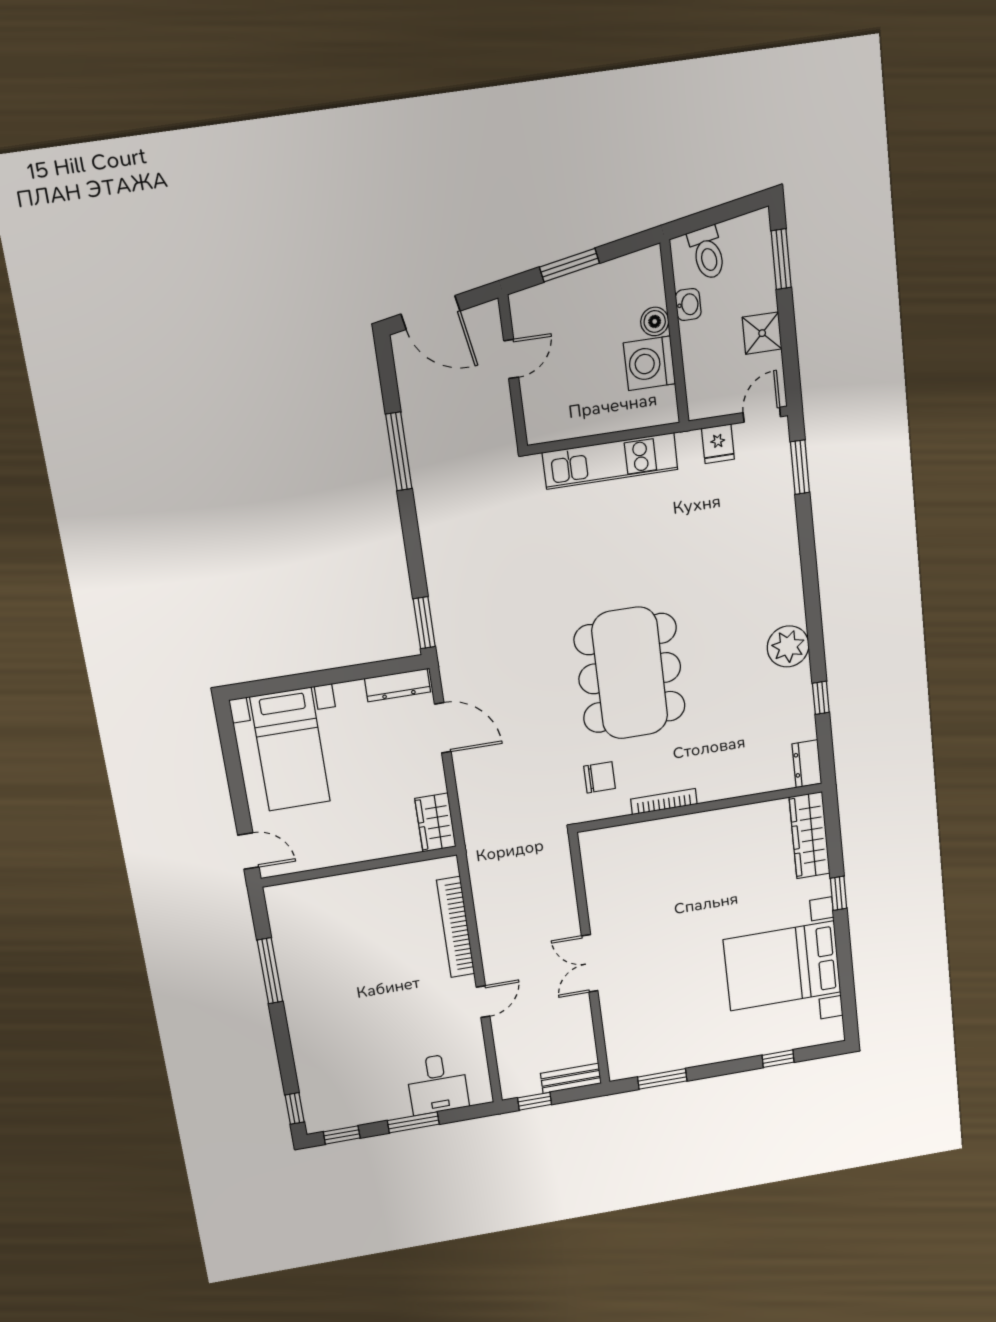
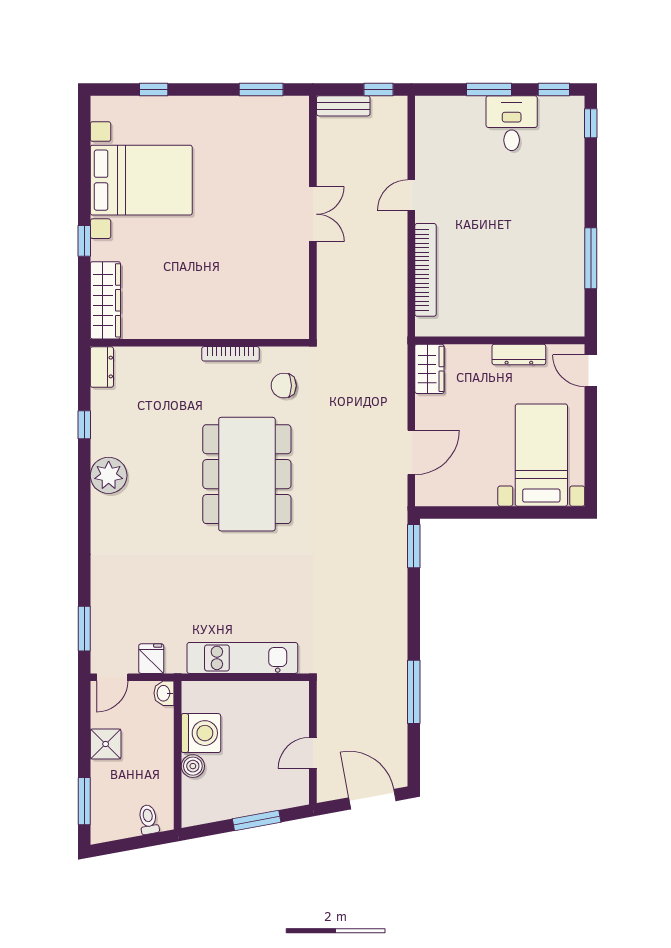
toilet: (707, 253) -> (148, 819), width x0.73, depth x0.72
washbasin: (688, 305) -> (164, 693), moved
dresser: (398, 685) -> (519, 354), moved, turned 180
door: (443, 728) -> (411, 452), swing flipped
desk: (437, 1084) -> (512, 123), moved

